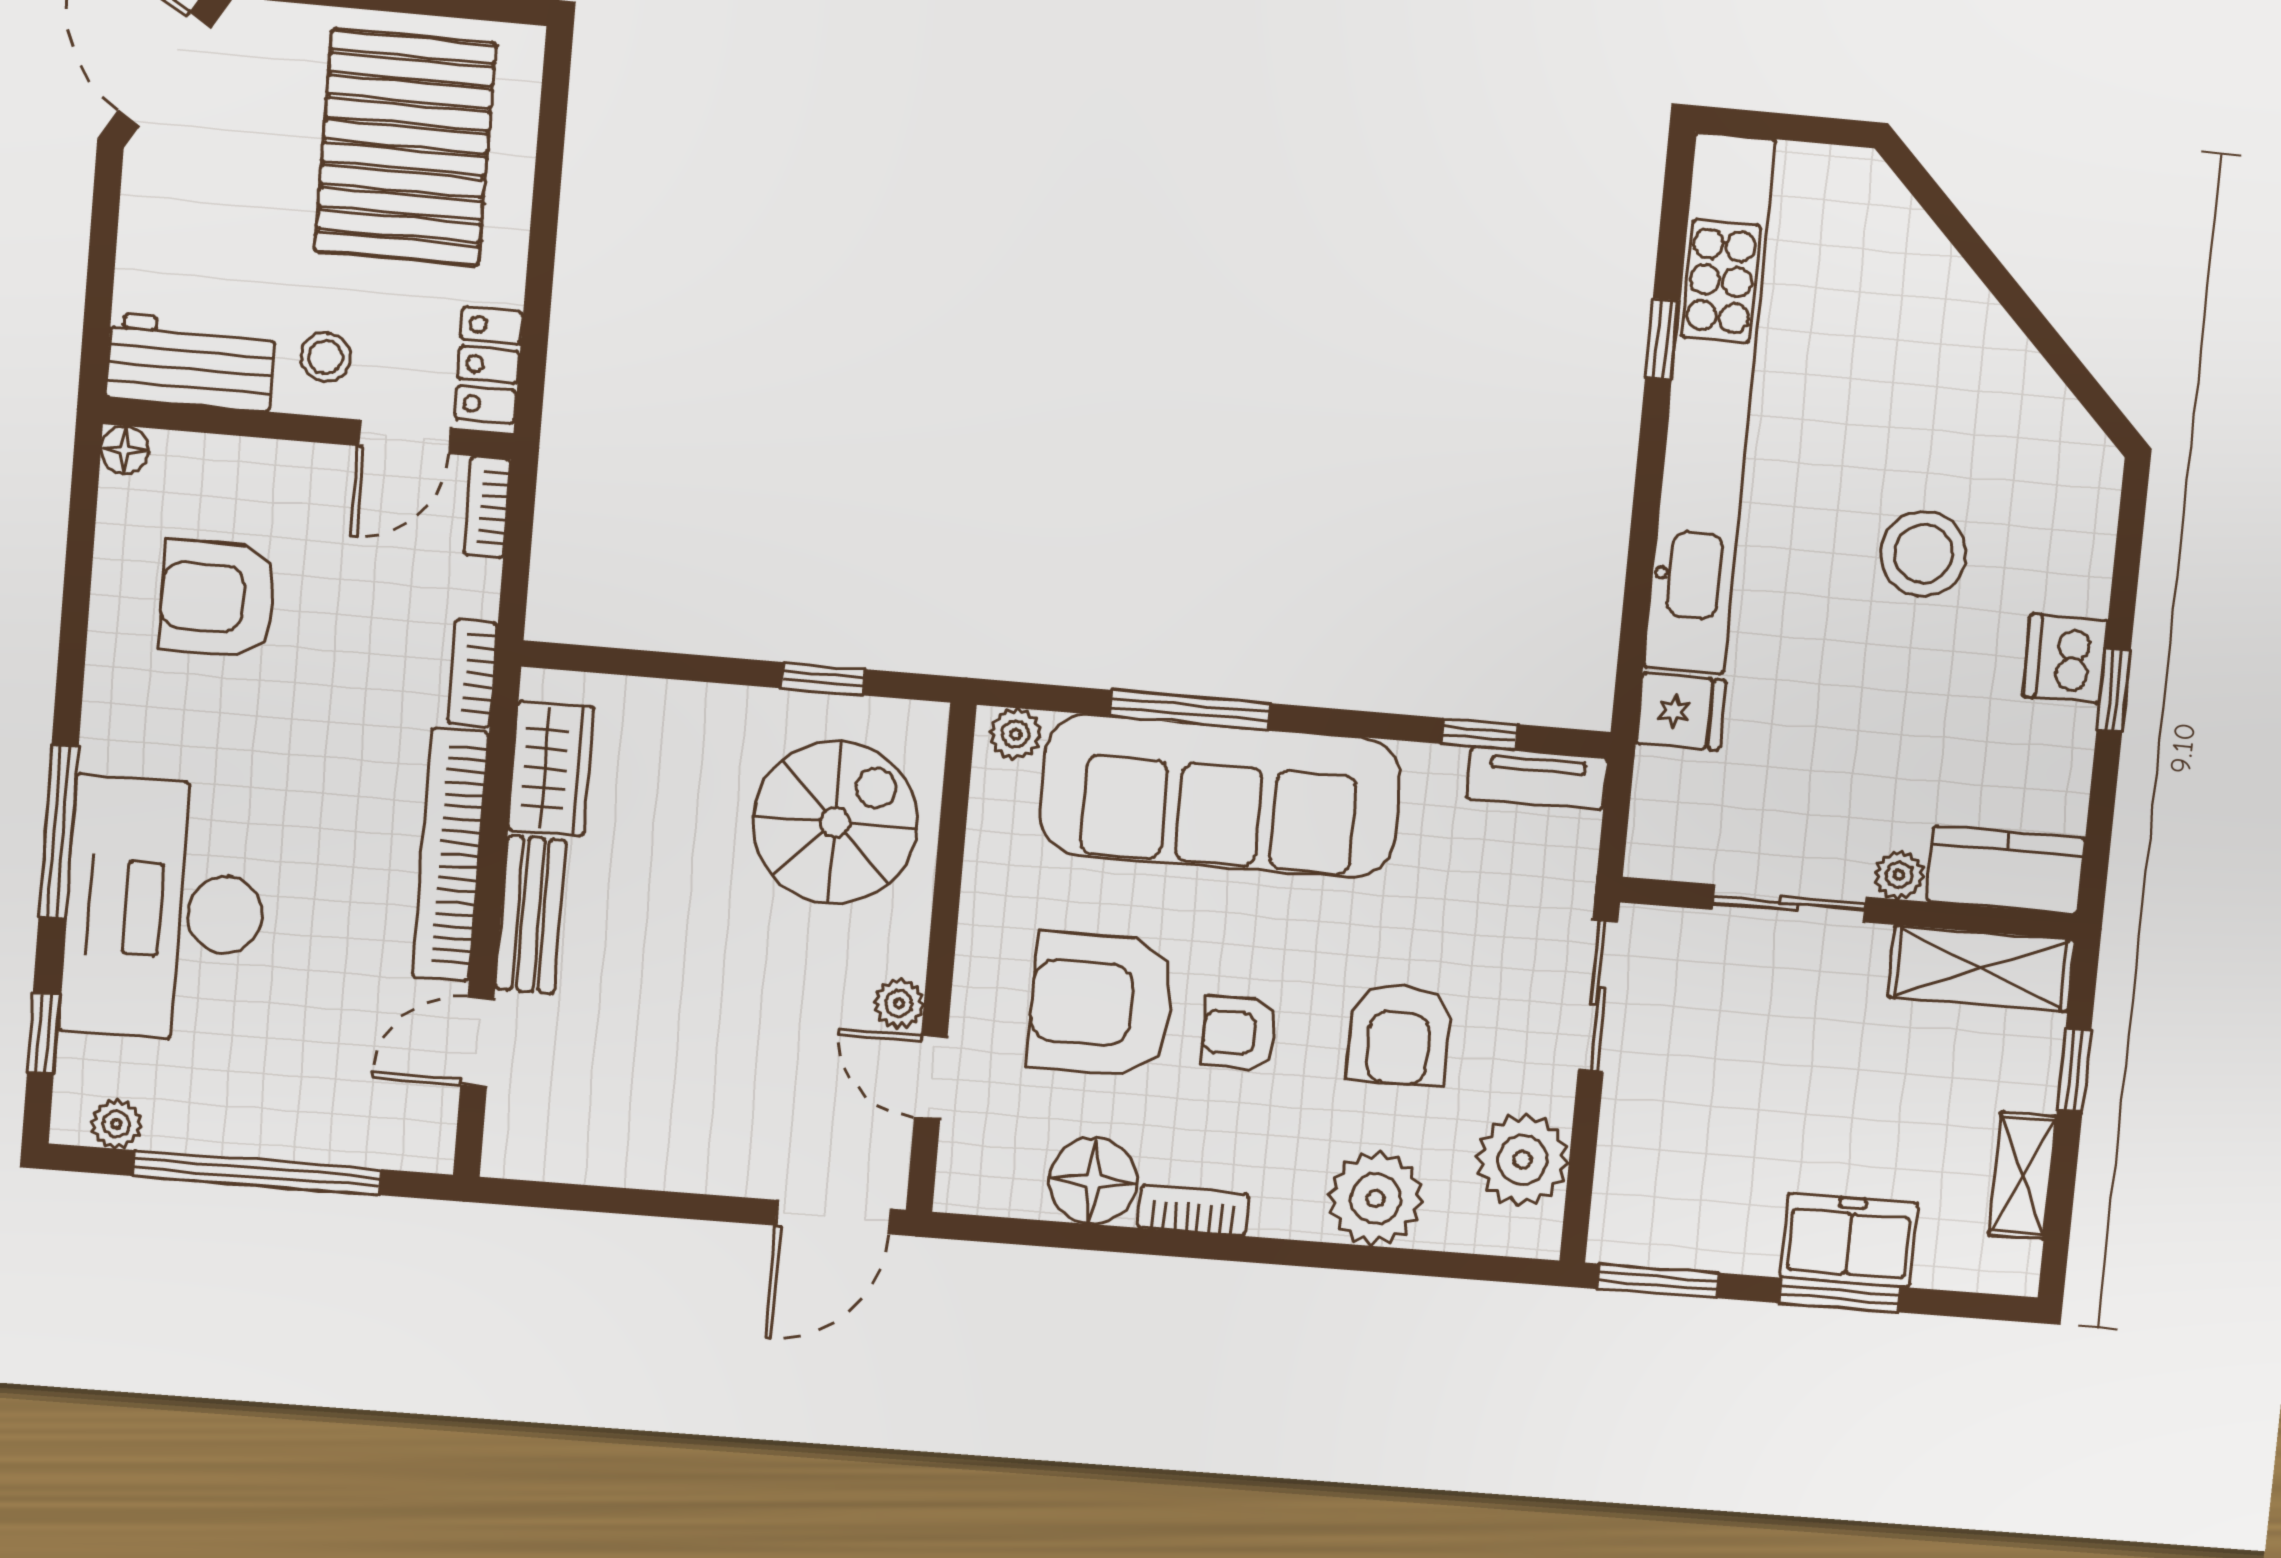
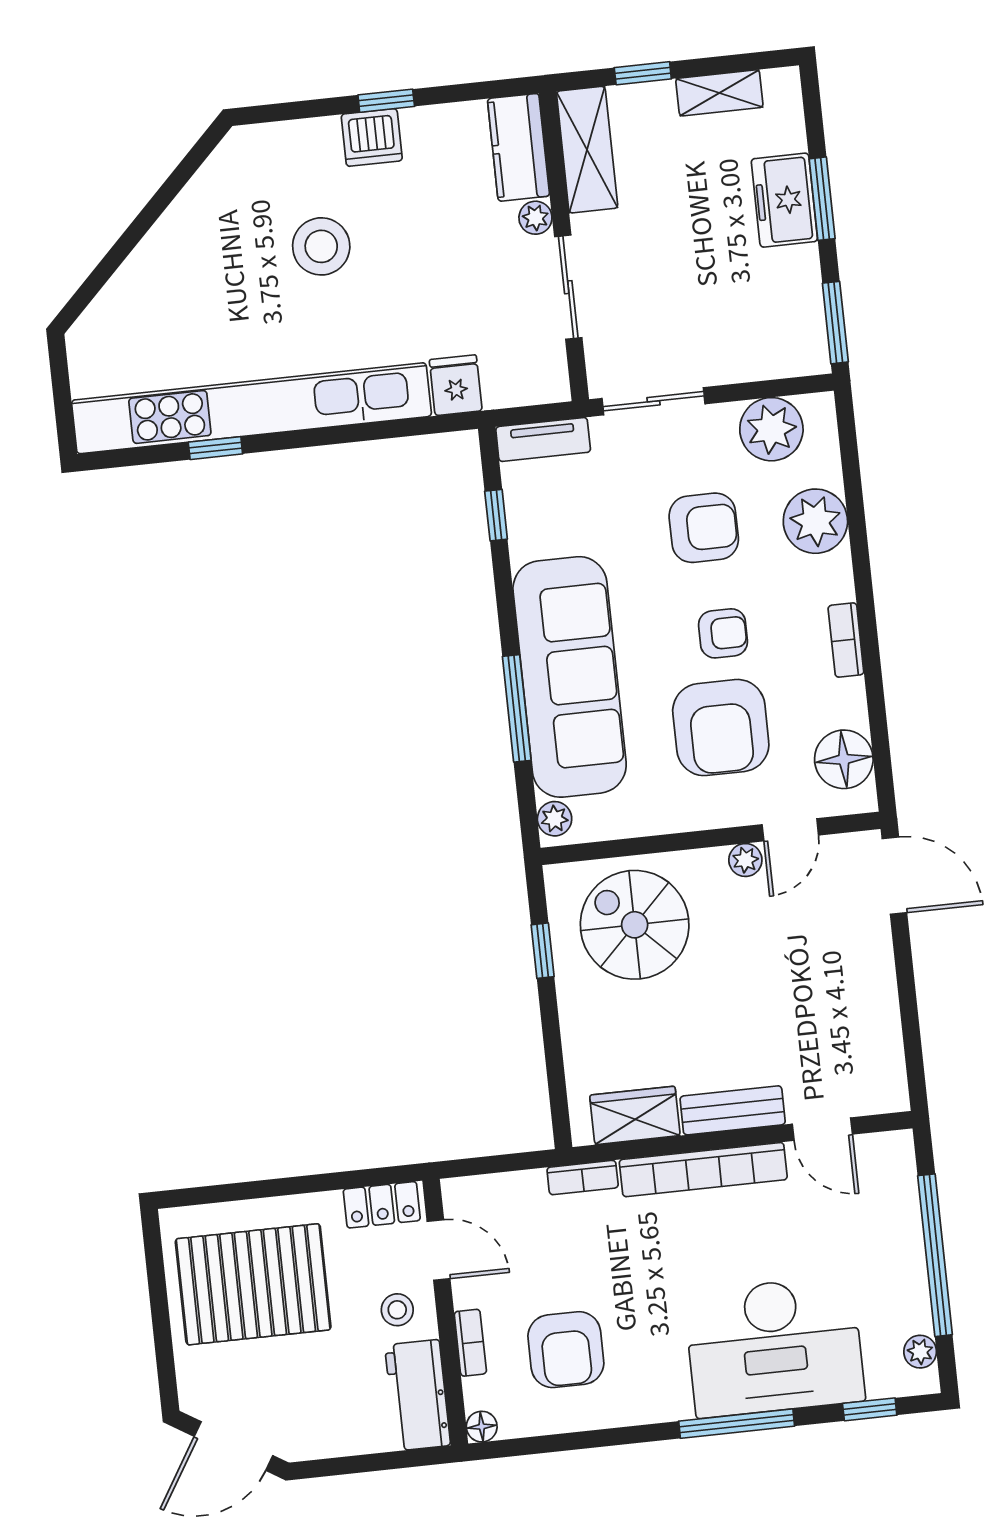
bookcase: (487, 507) -> (470, 1343), moved, turned -90
tv unit: (1537, 778) -> (543, 439), moved, turned 90
armchair: (1239, 1033) -> (723, 633), turned -90
floor lamp: (1093, 1181) -> (844, 759), moved

